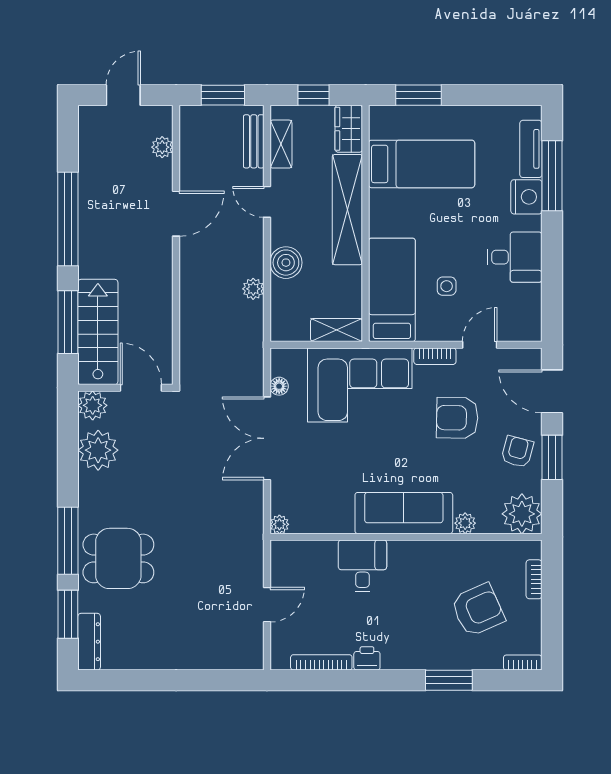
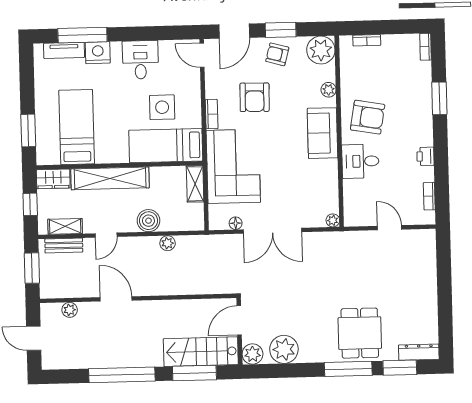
side table: (447, 286) -> (162, 107), width x1.87, depth x1.87
door: (480, 345) -> (202, 55), moved
sofa: (404, 513) -> (323, 133), width x0.73
armchair: (478, 610) -> (368, 117), moved, turned 124
bookcase: (321, 662) -> (429, 196), width x0.64

